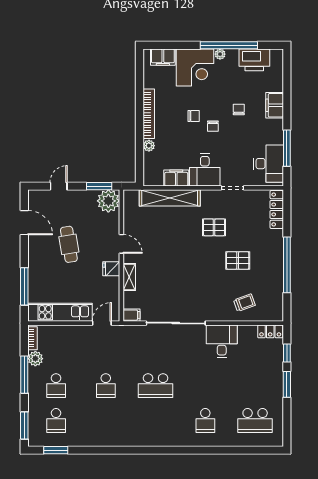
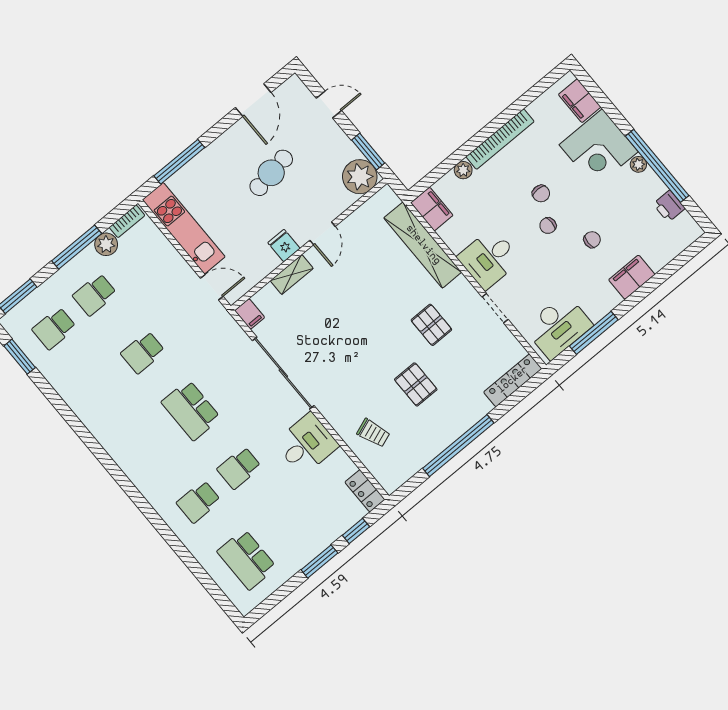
printer: (254, 60) -> (669, 206), width x0.53, depth x0.68
filing cabinet: (176, 178) -> (432, 209), moved
school desk: (205, 386) -> (239, 468), added

